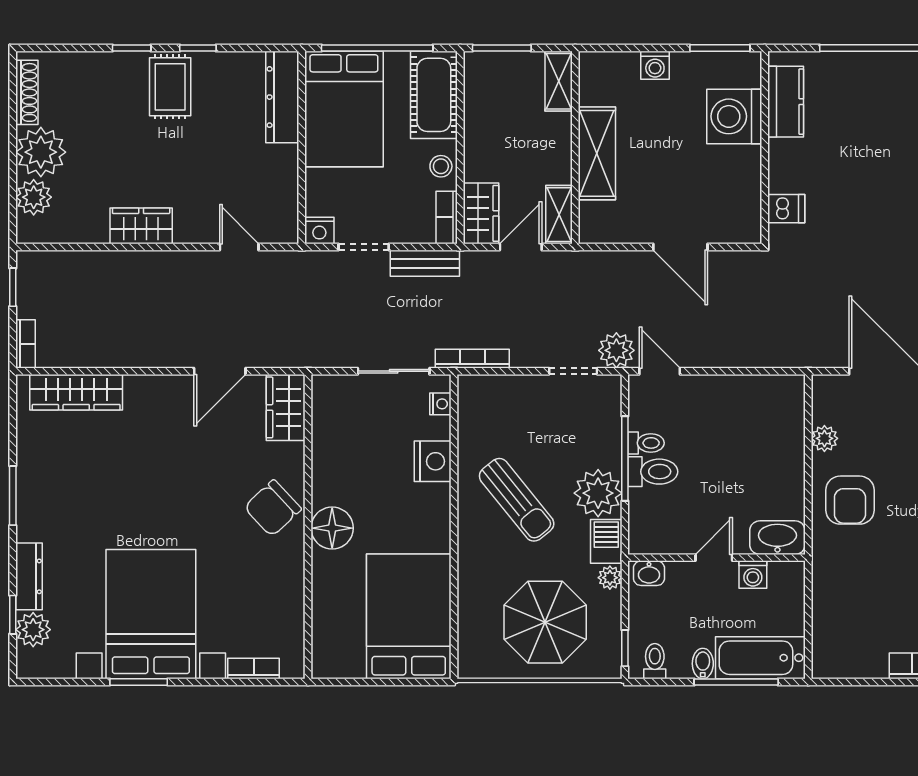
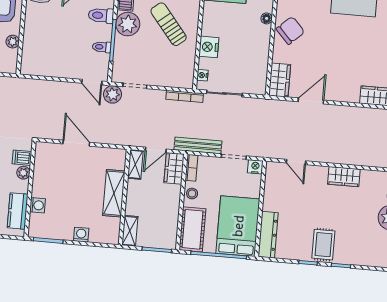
washing machine: (734, 116) -> (37, 205), width x0.53, depth x0.53
plant: (781, 179) -> (23, 173), added
bench: (425, 263) -> (198, 145), width x1.36
toilet: (653, 472) -> (101, 15), moved
floor lamp: (332, 528) -> (267, 18), width x0.53, depth x0.53

